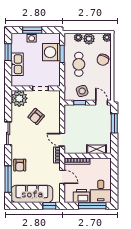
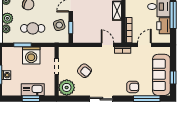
window: (8, 52) -> (31, 99), moved
washing machine: (51, 52) -> (31, 56), moved
door: (62, 140) -> (107, 45), swing flipped
window: (49, 206) -> (173, 78), moved

